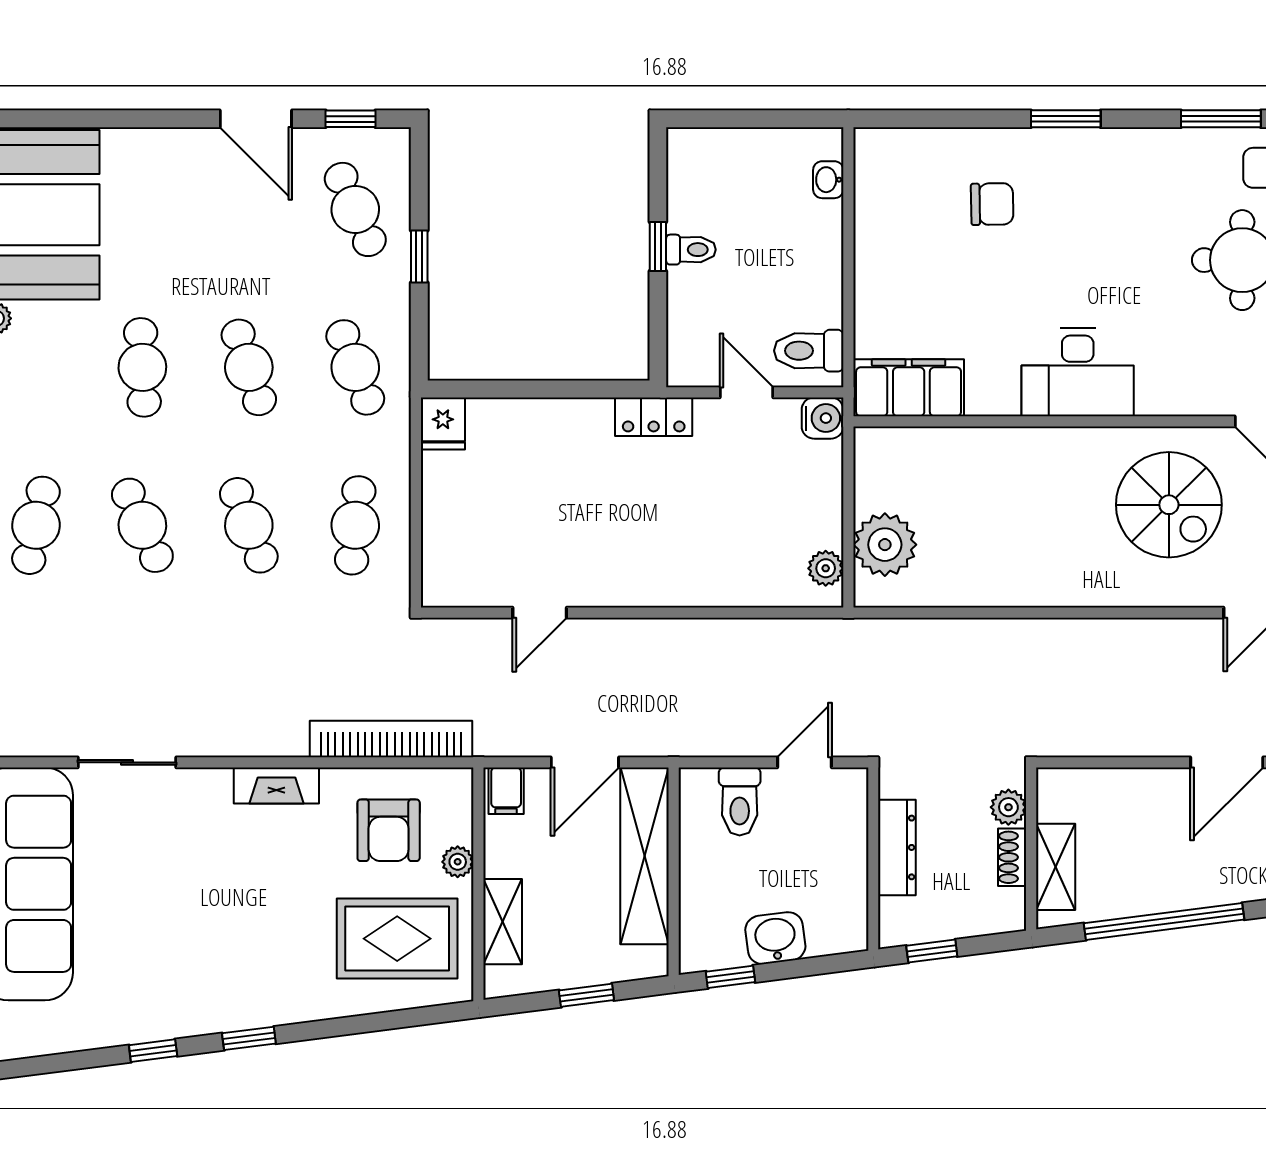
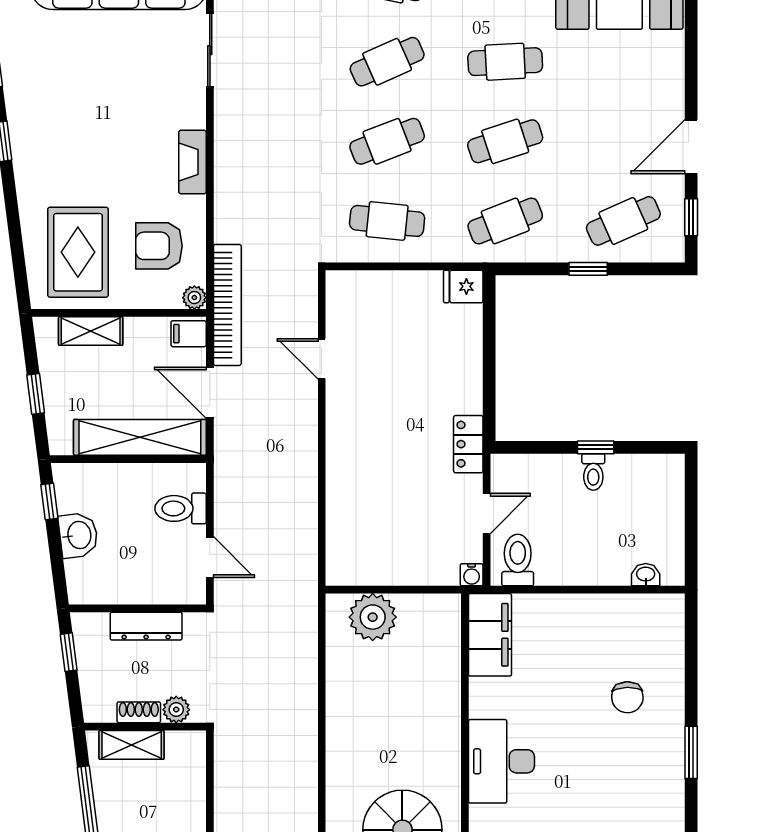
water cooler: (823, 418) -> (472, 575), width x0.72, depth x0.72
plant: (826, 568) -> (355, 573), removed
bookcase: (391, 739) -> (227, 305), moved
plant: (458, 862) -> (194, 298), moved

